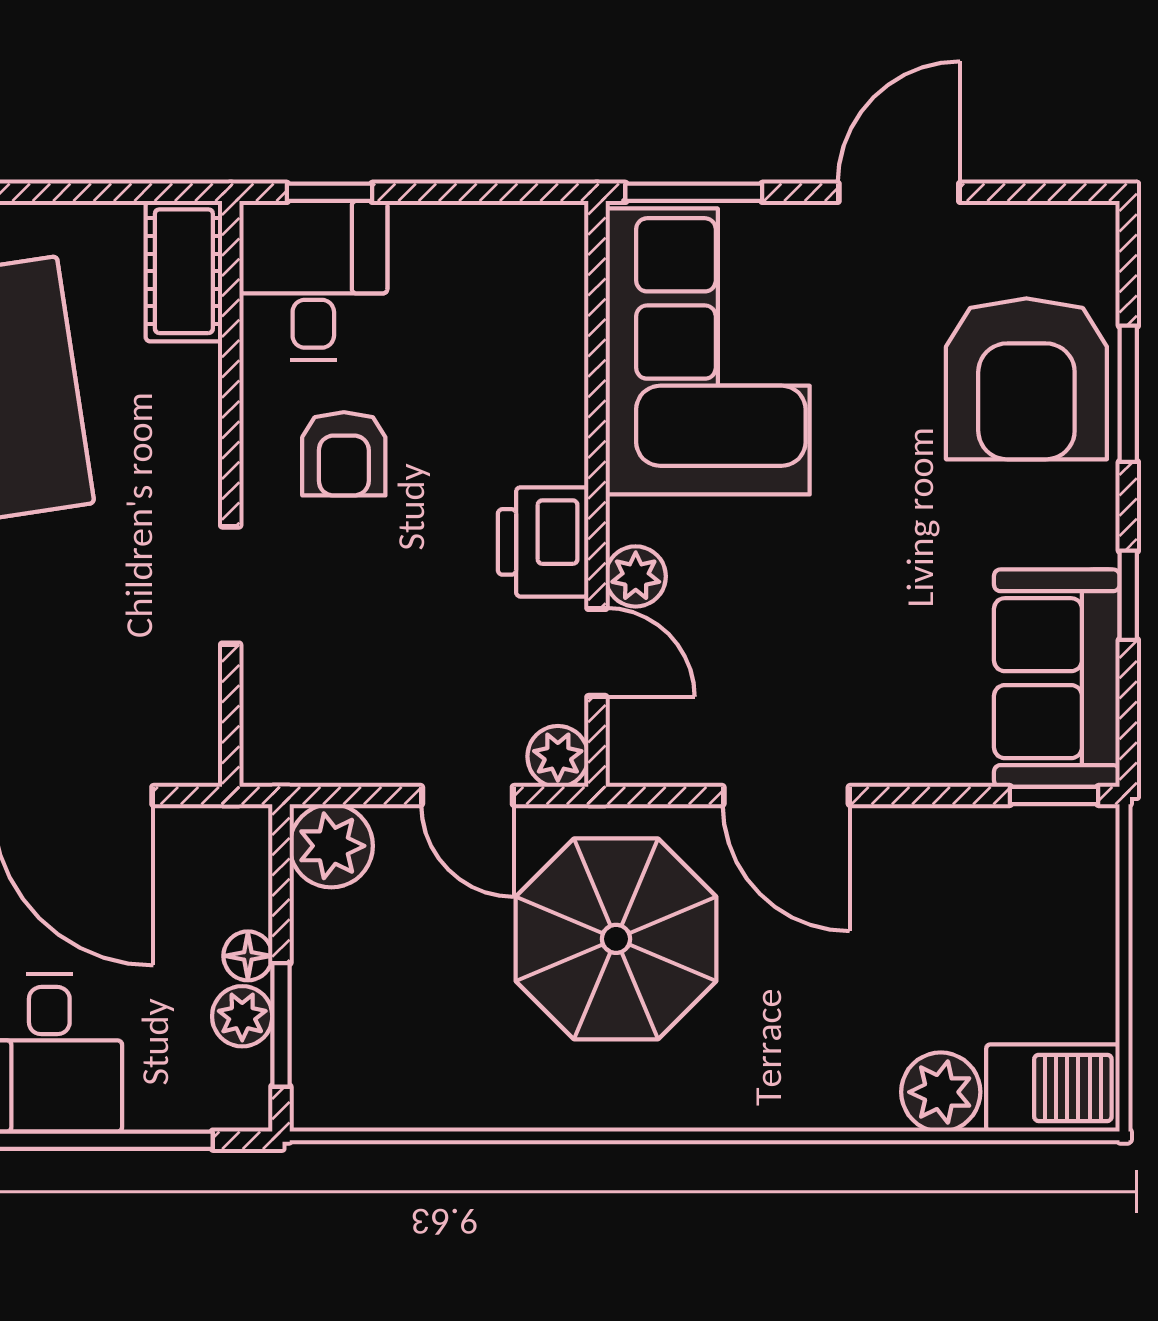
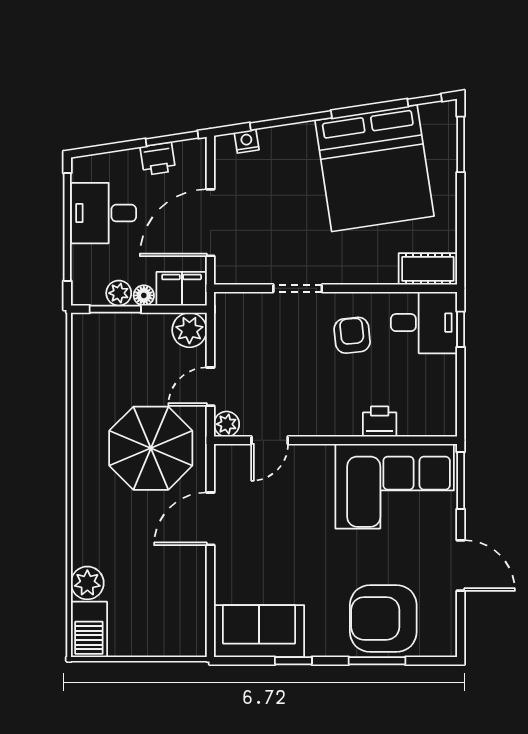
armchair: (344, 454) -> (352, 335), turned 84
printer: (543, 542) -> (380, 422), moved, width x0.73, depth x0.81
plant: (636, 576) -> (301, 456), removed
window: (1054, 795) -> (210, 630), removed
filing cabinet: (232, 865) -> (182, 289), added

